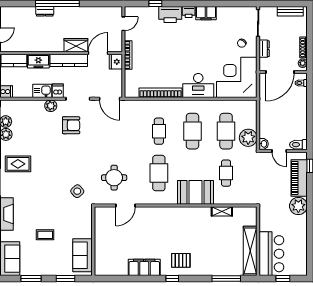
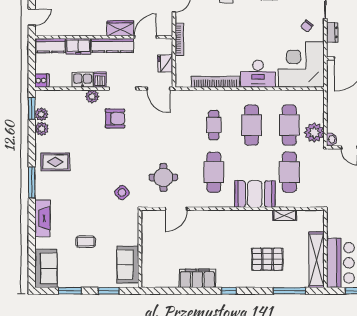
fridge: (116, 62) -> (165, 63), moved
cafe table: (226, 173) -> (289, 172), width x1.37, depth x1.35
pallet: (181, 260) -> (267, 259), moved, width x1.50, depth x1.42

